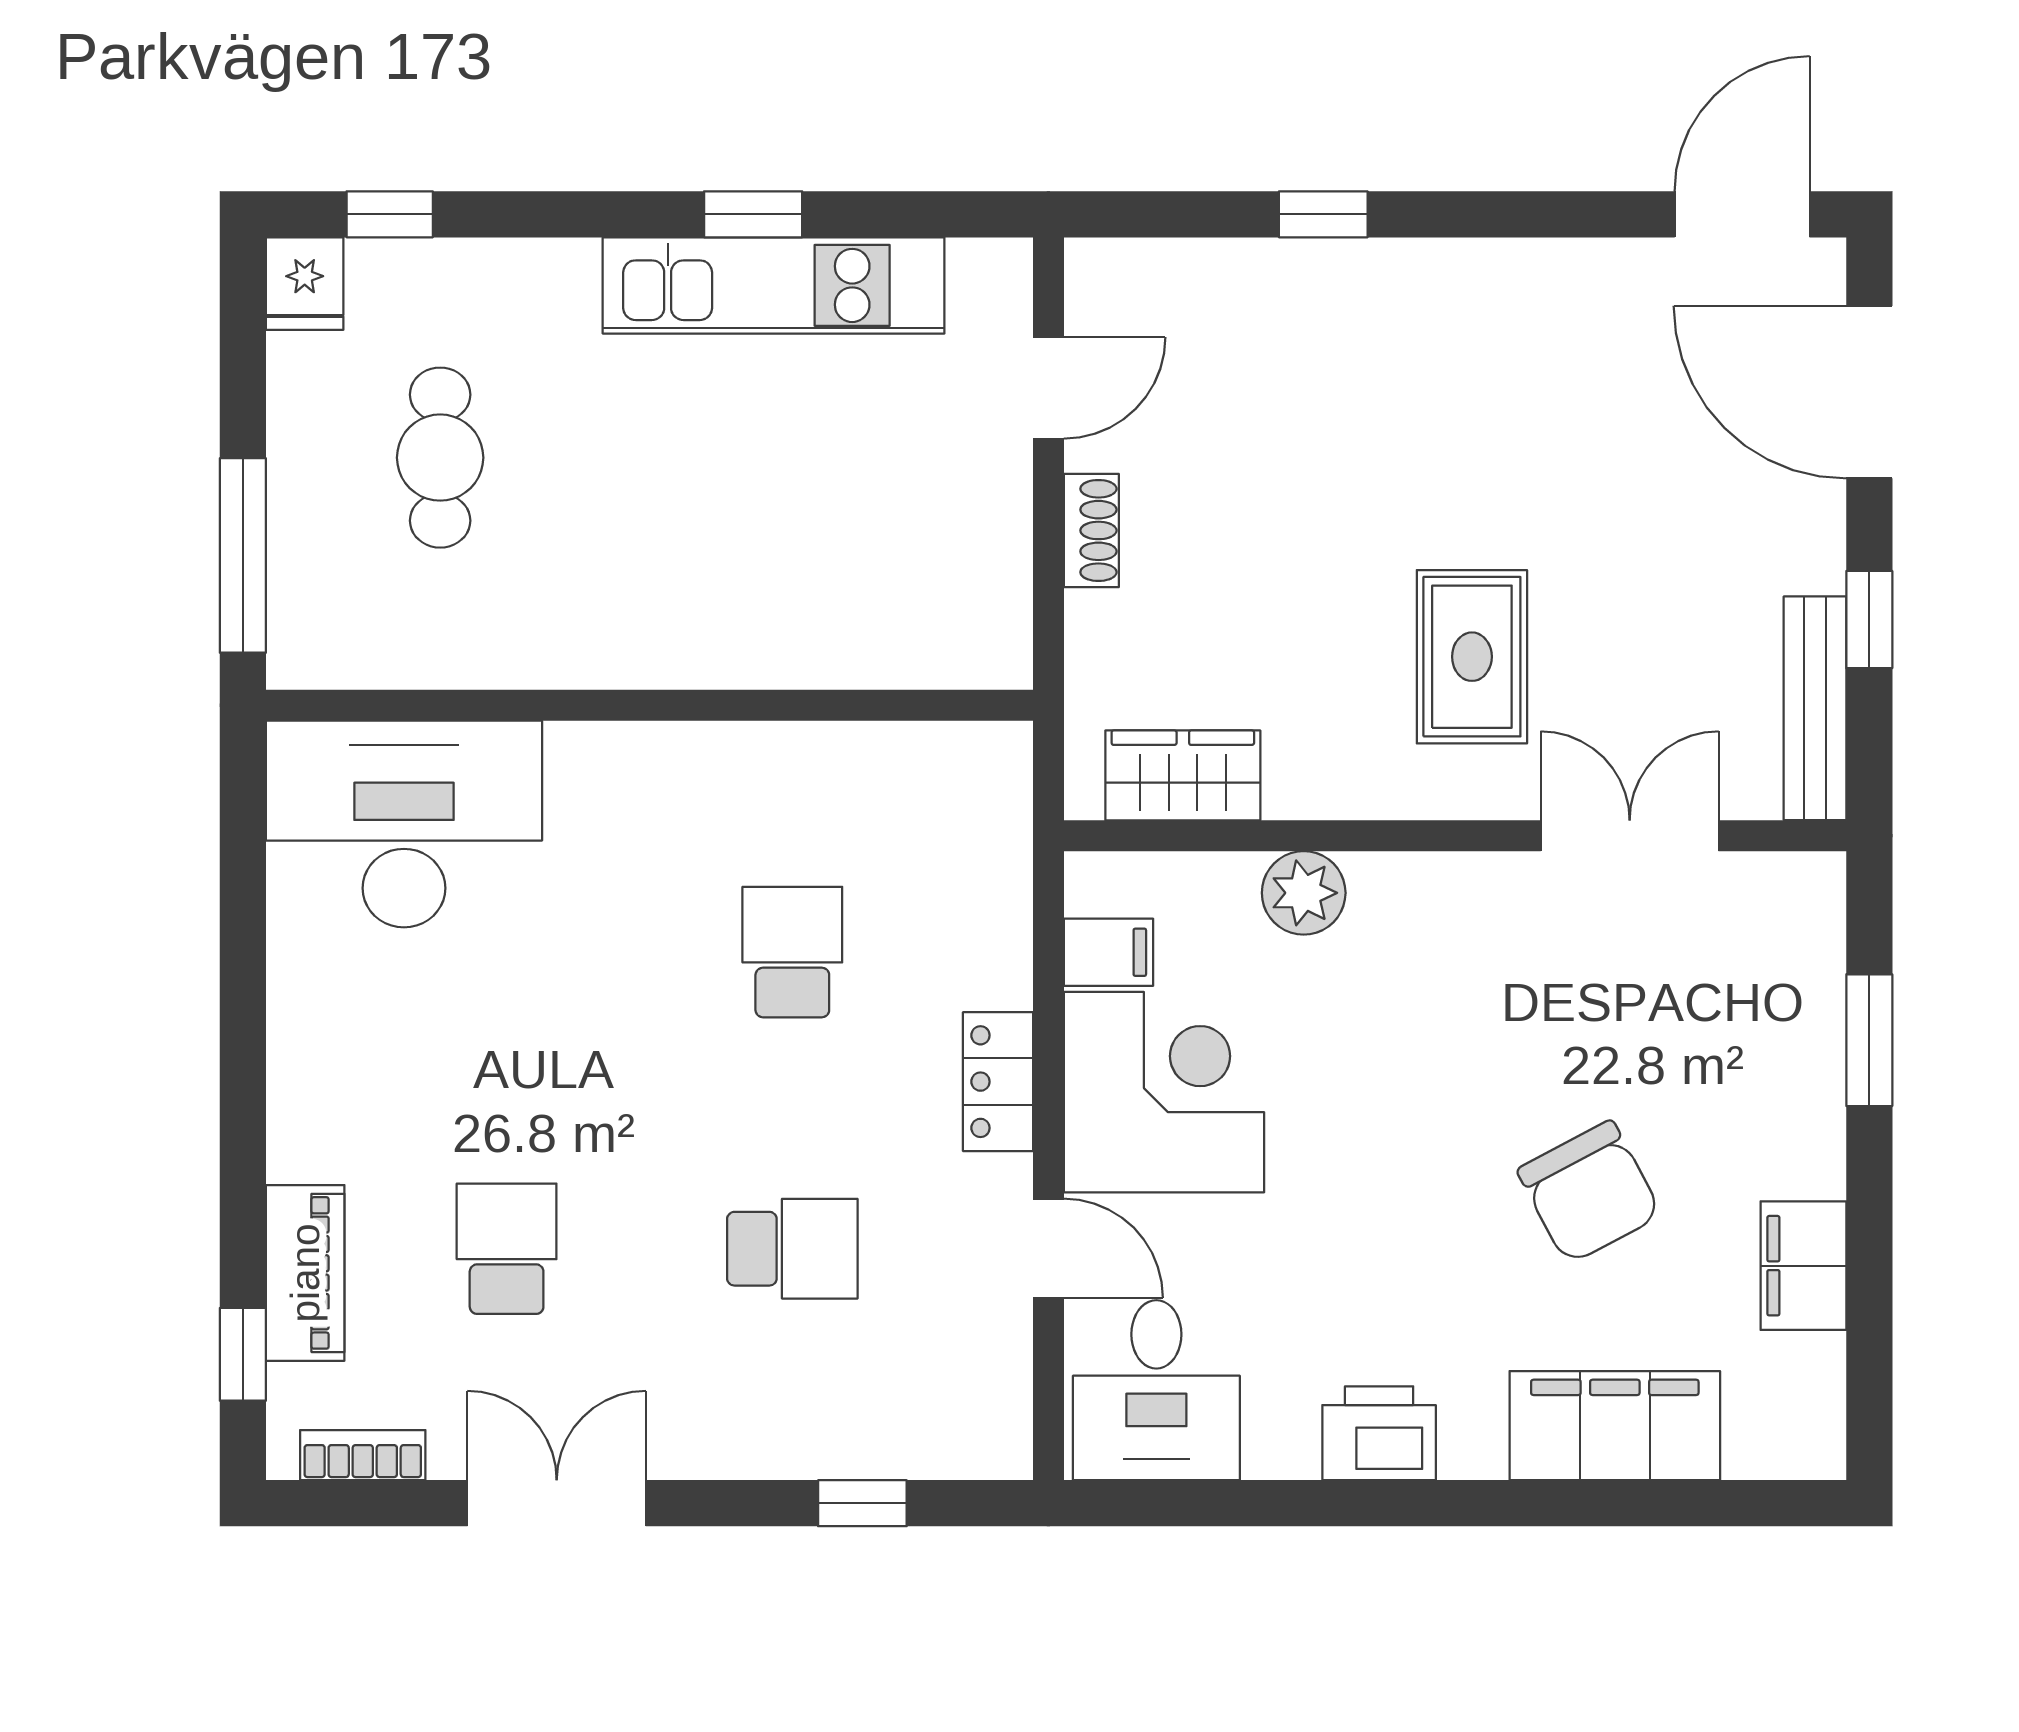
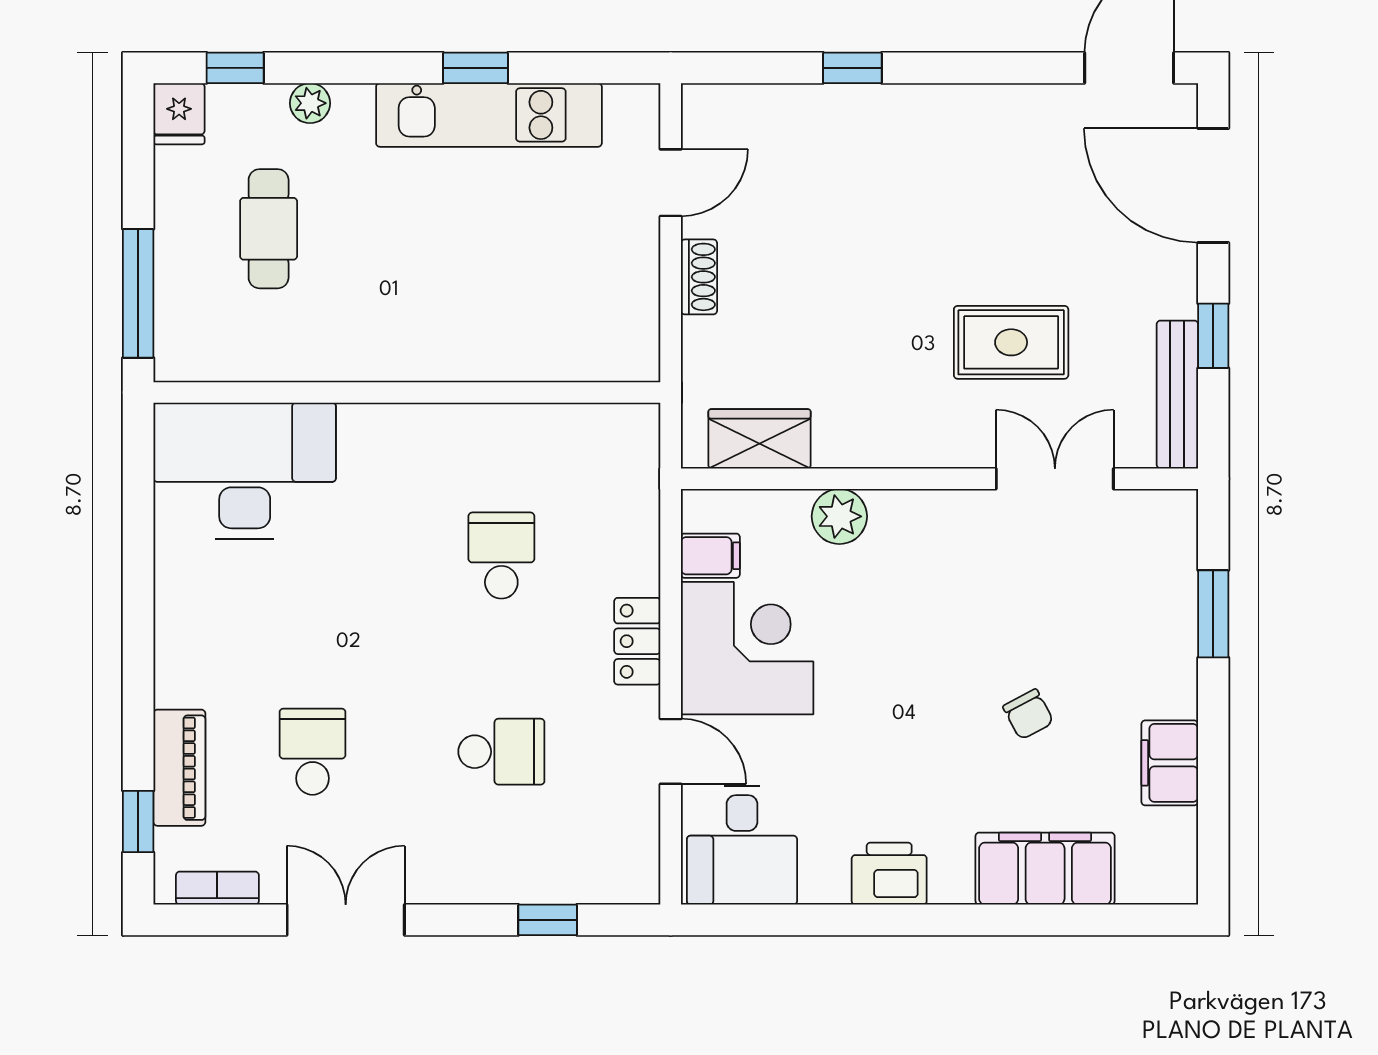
plant: (503, 268) -> (310, 103), added
rug: (1472, 657) -> (1011, 342), moved, turned 90
chair: (1589, 1192) -> (1028, 714), width x0.54, depth x0.54

